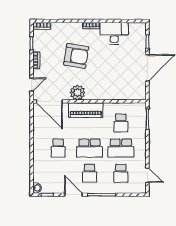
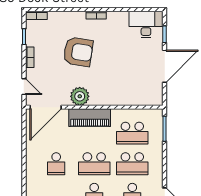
desk: (114, 33) -> (146, 24), moved
door: (32, 84) -> (24, 87), hinge flipped
door: (49, 101) -> (46, 107), hinge flipped
school desk: (121, 123) -> (132, 133), width x1.85

